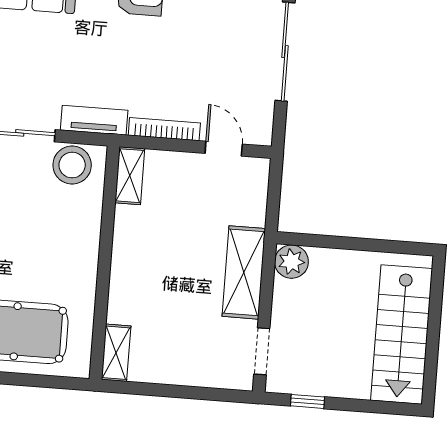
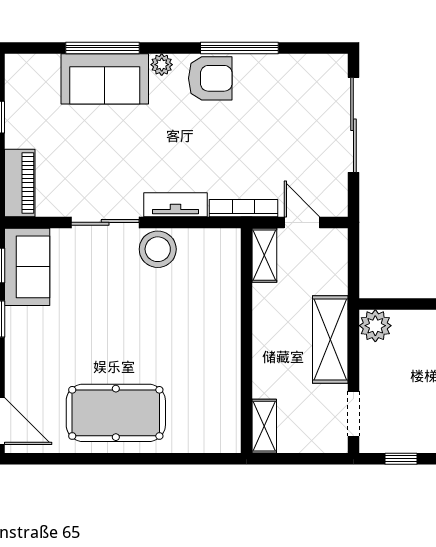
shelving: (130, 176) -> (264, 255), moved
wall: (104, 263) -> (247, 341), moved
shelving: (116, 353) -> (264, 426), moved

